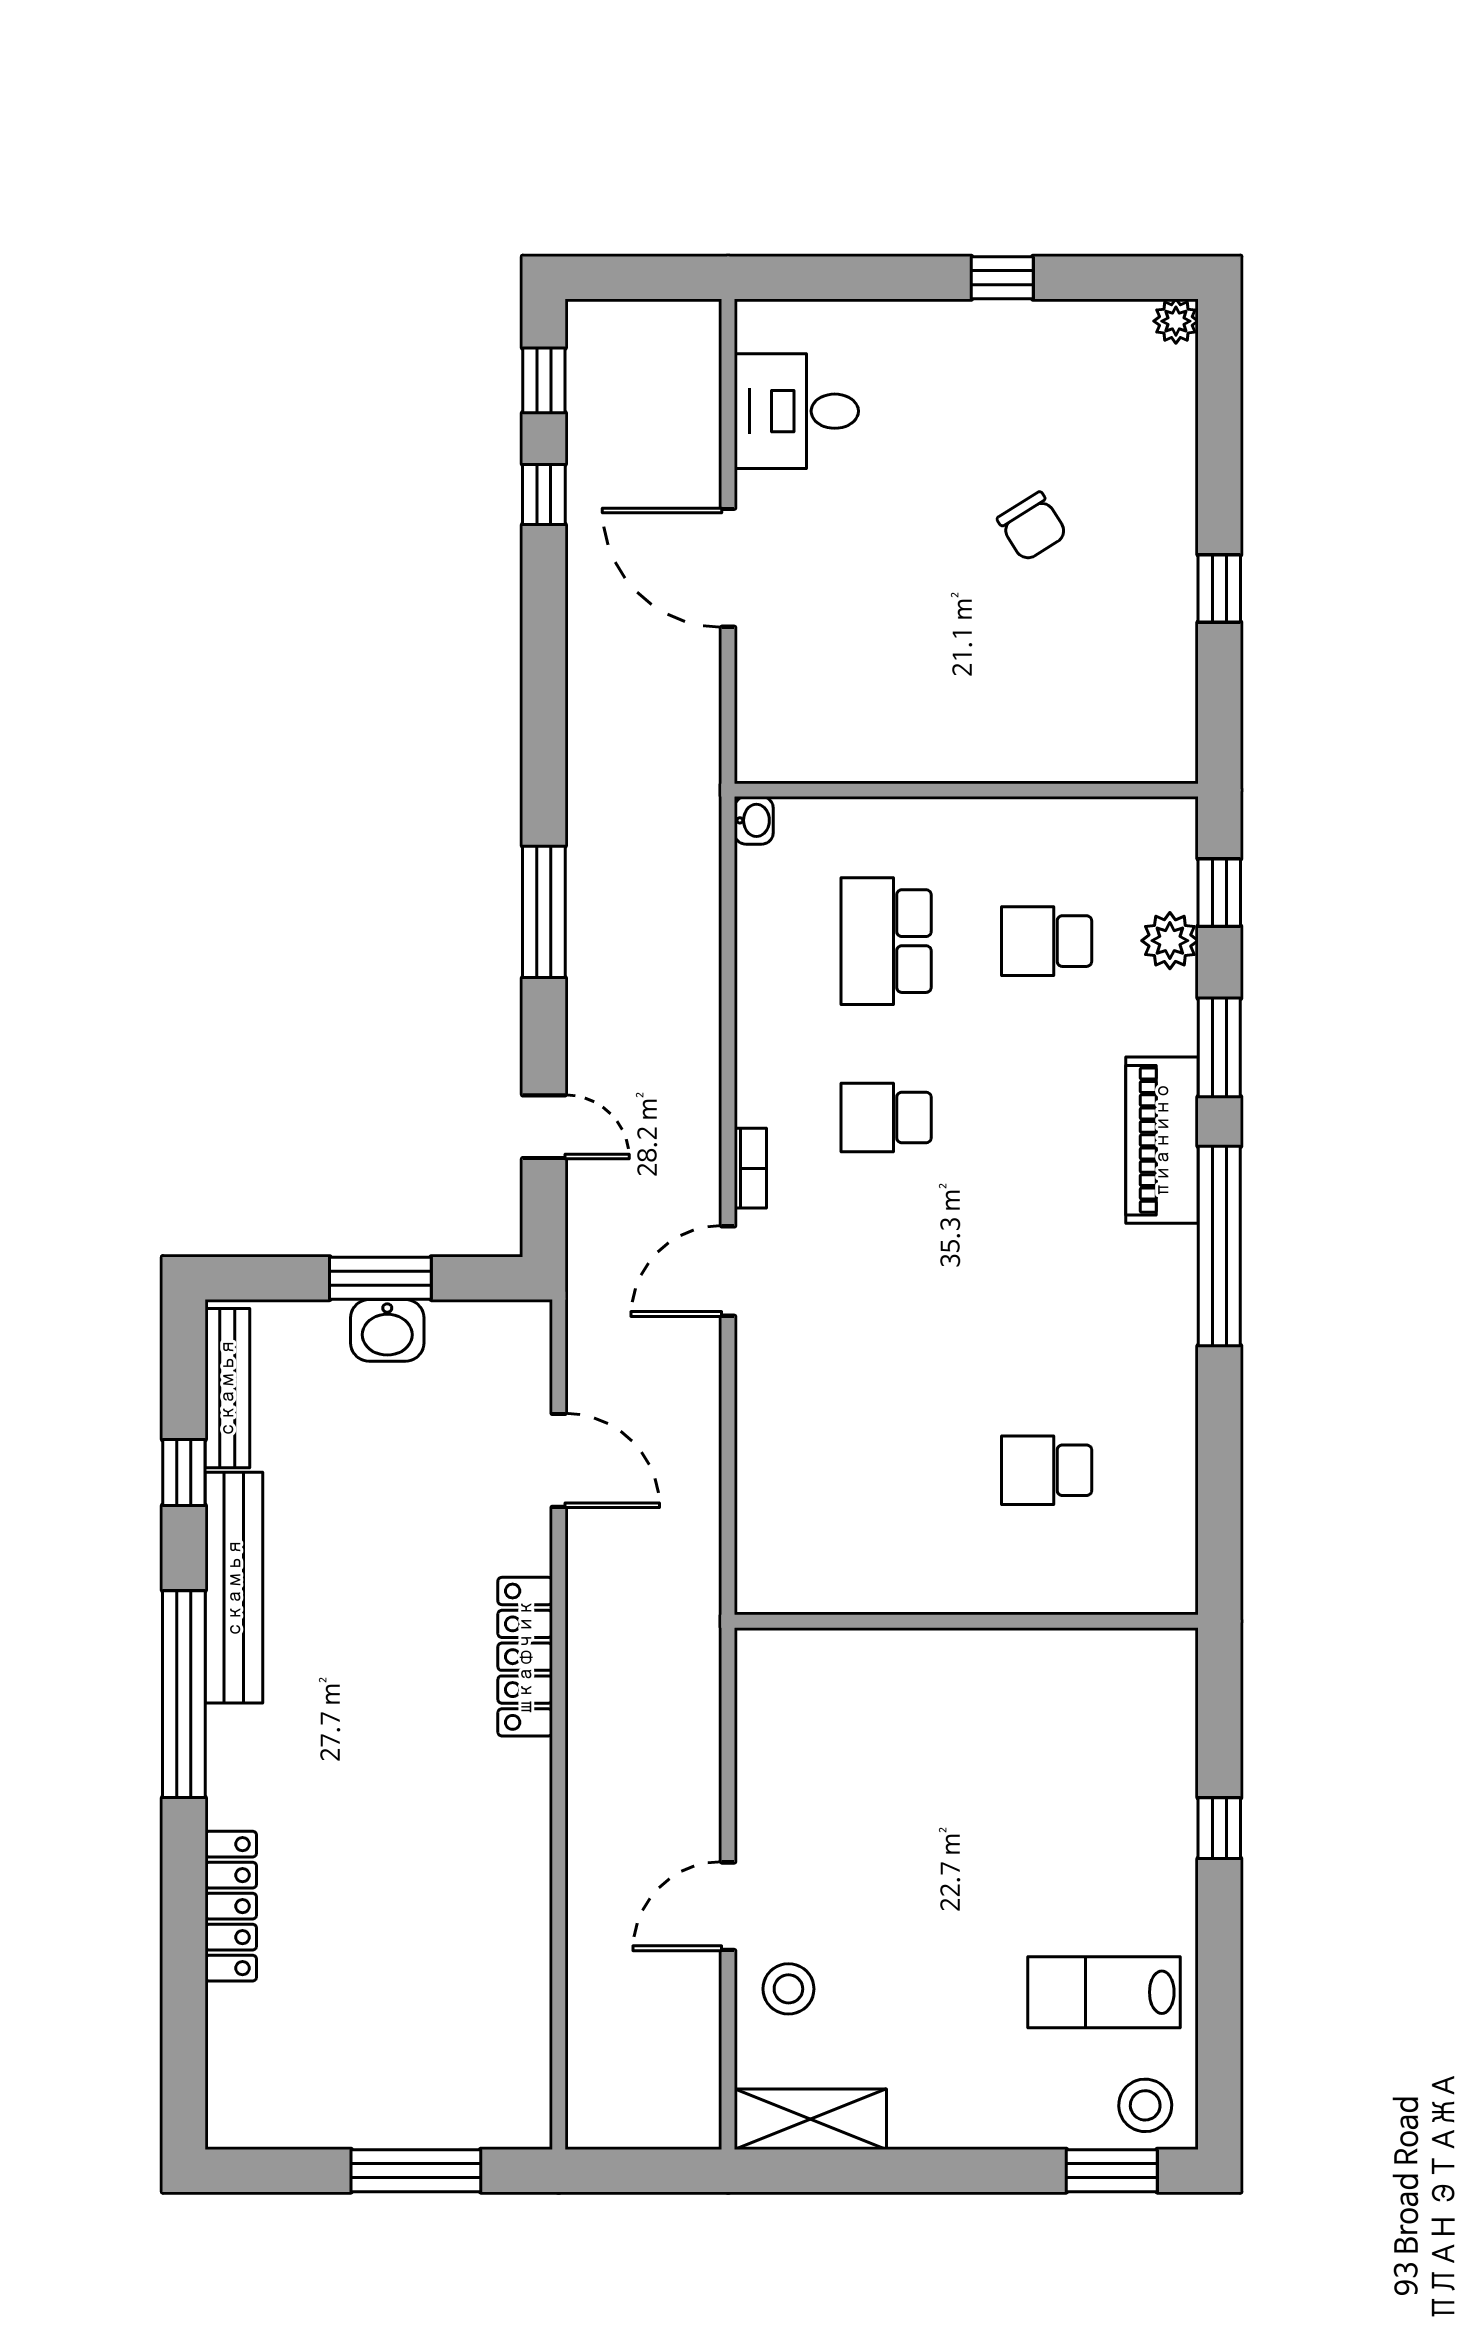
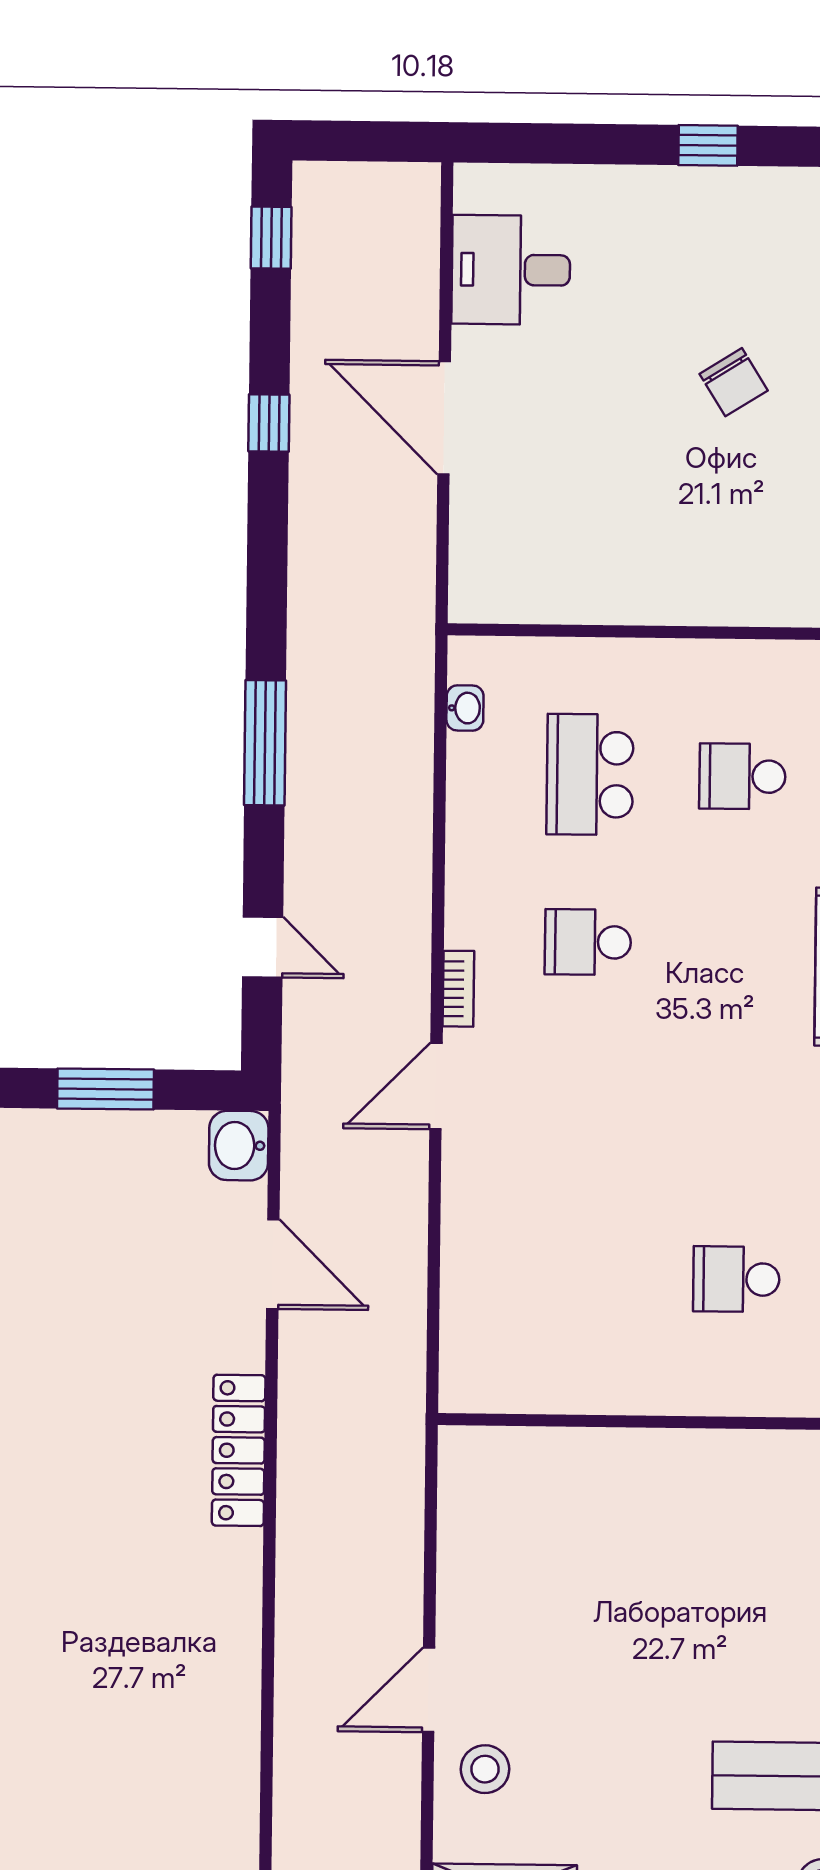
window: (544, 494) -> (269, 423), moved
washbasin: (754, 820) -> (465, 708), moved
washbasin: (387, 1330) -> (239, 1146), moved, turned 90

